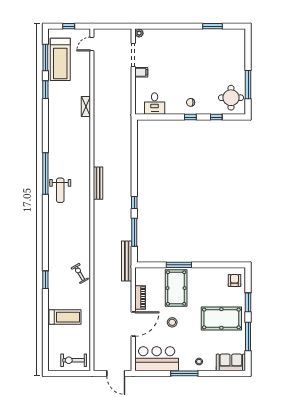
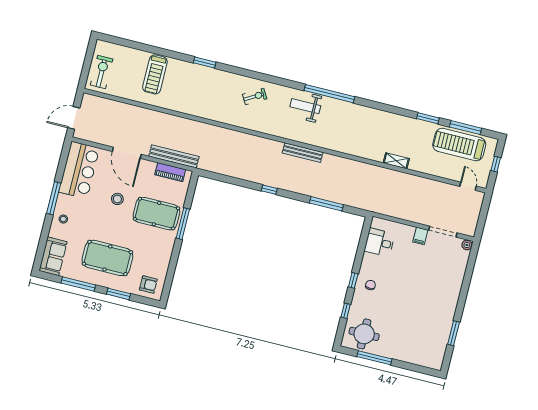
window: (134, 232) -> (326, 204), moved
bench: (127, 261) -> (174, 156), moved
exercise bike: (80, 273) -> (255, 96), moved
piano: (140, 297) -> (170, 172), moved
pool table: (221, 318) -> (107, 258), turned 90

